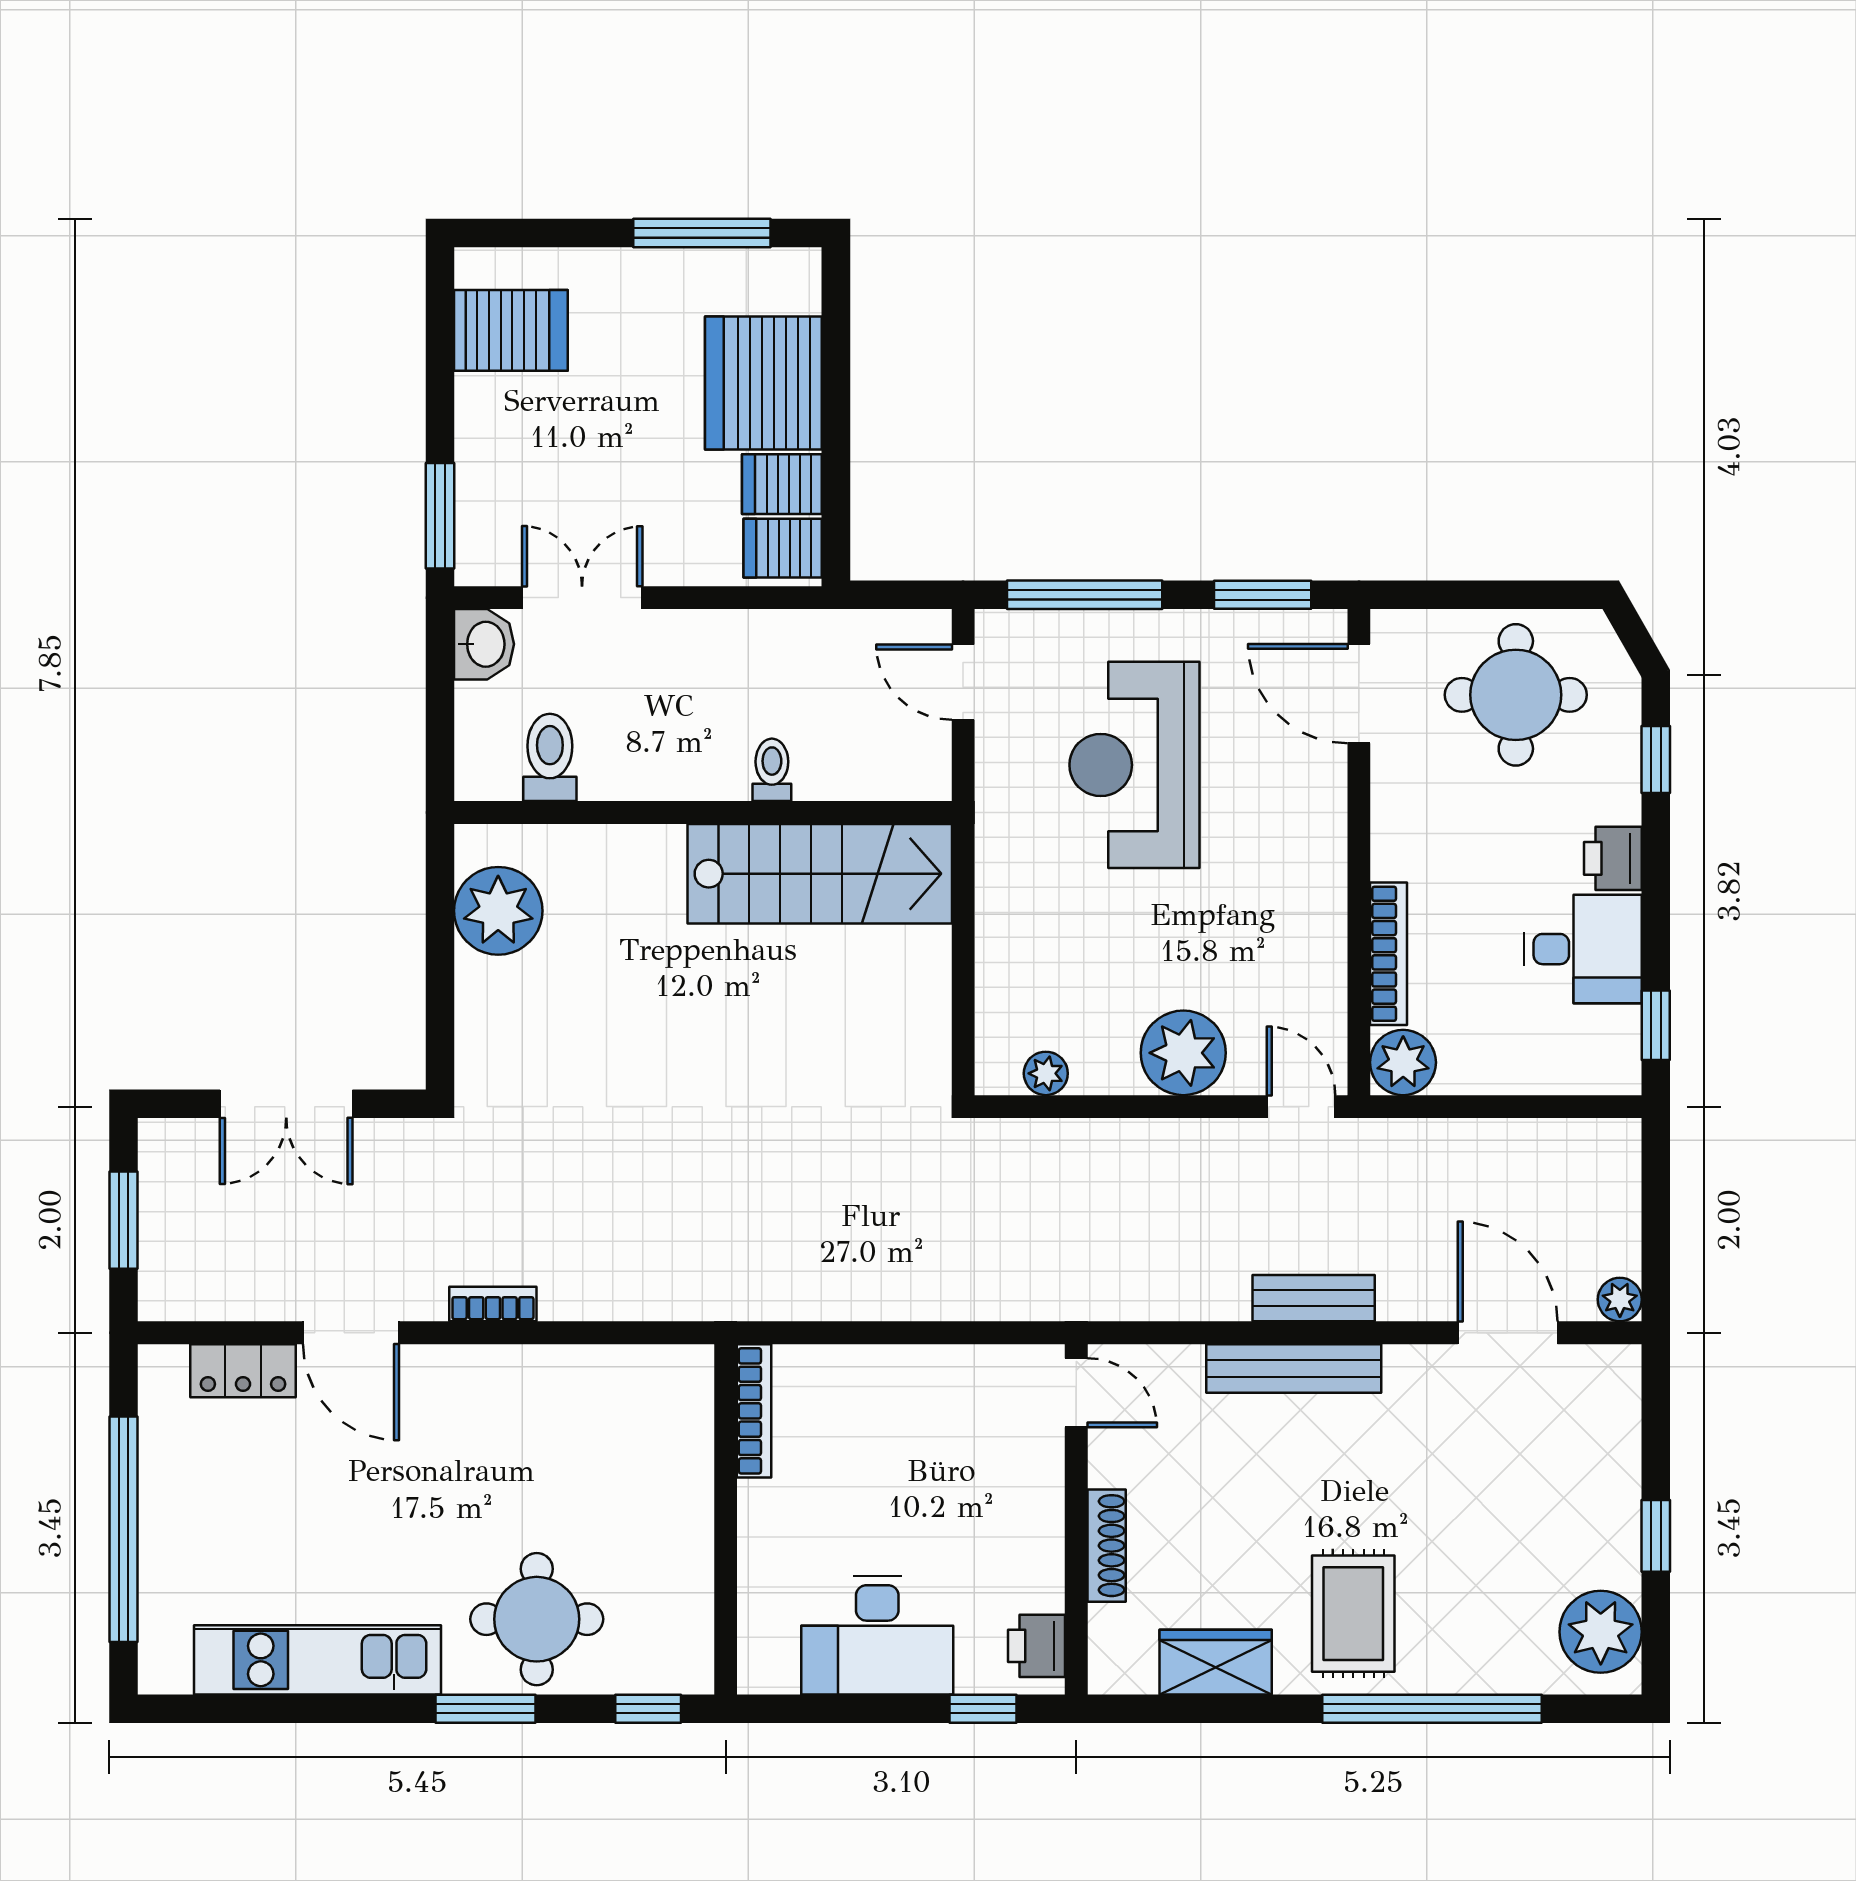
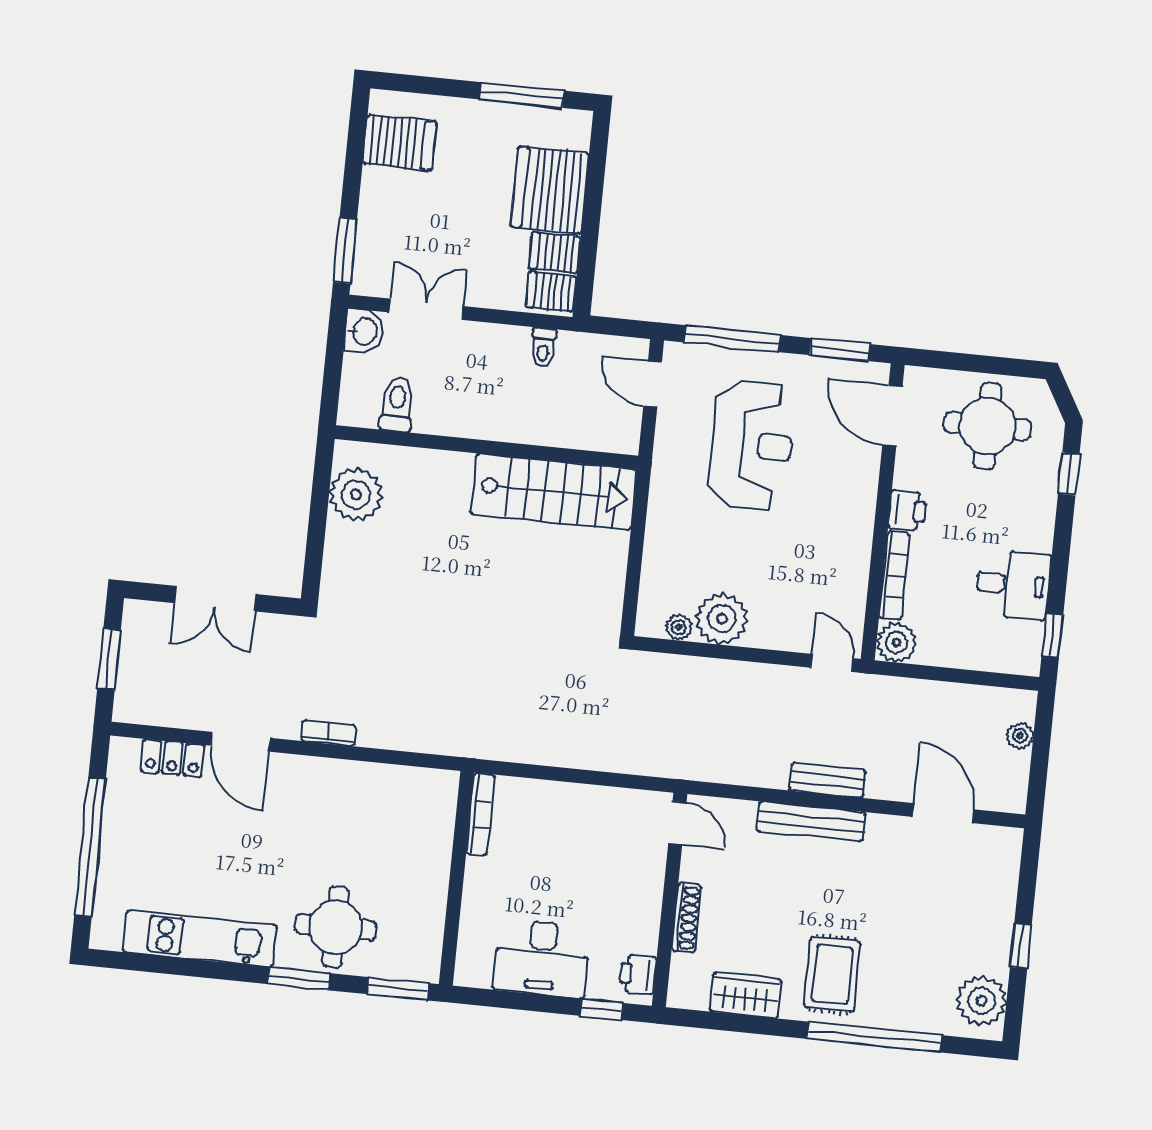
reception desk: (1134, 765) -> (752, 445), turned 180
toilet: (772, 770) -> (543, 347), moved, turned 180
printer: (1613, 858) -> (907, 511), moved, turned 180
plant: (1183, 1053) -> (722, 619), moved
plant: (1620, 1300) -> (1020, 736), moved
window: (648, 1709) -> (398, 989), width x1.50

